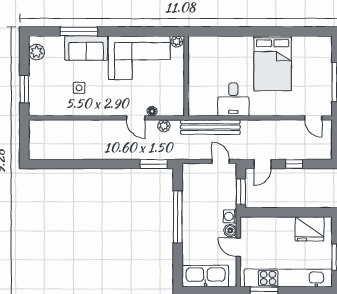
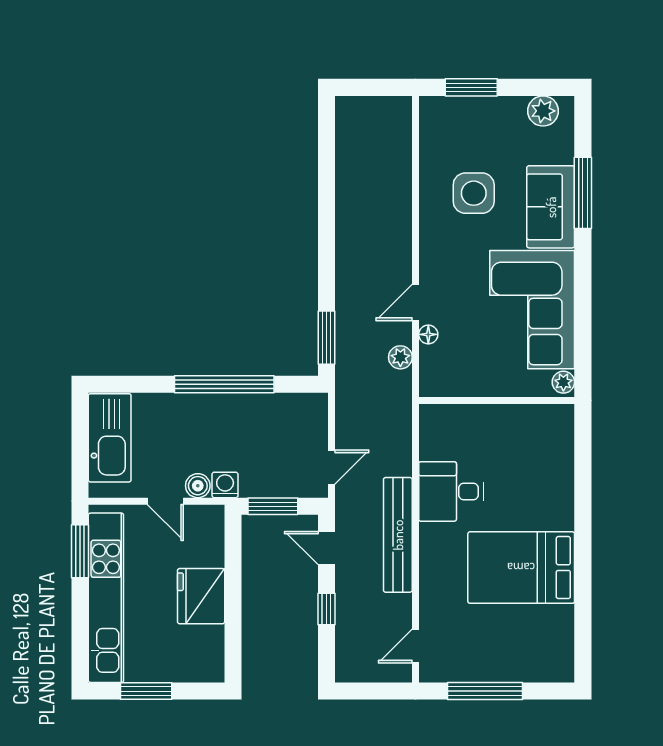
side table: (79, 88) -> (474, 193), width x1.87, depth x1.87
bench: (210, 127) -> (398, 535), moved
fridge: (310, 229) -> (201, 596), moved
door: (238, 247) -> (165, 501), swing flipped

